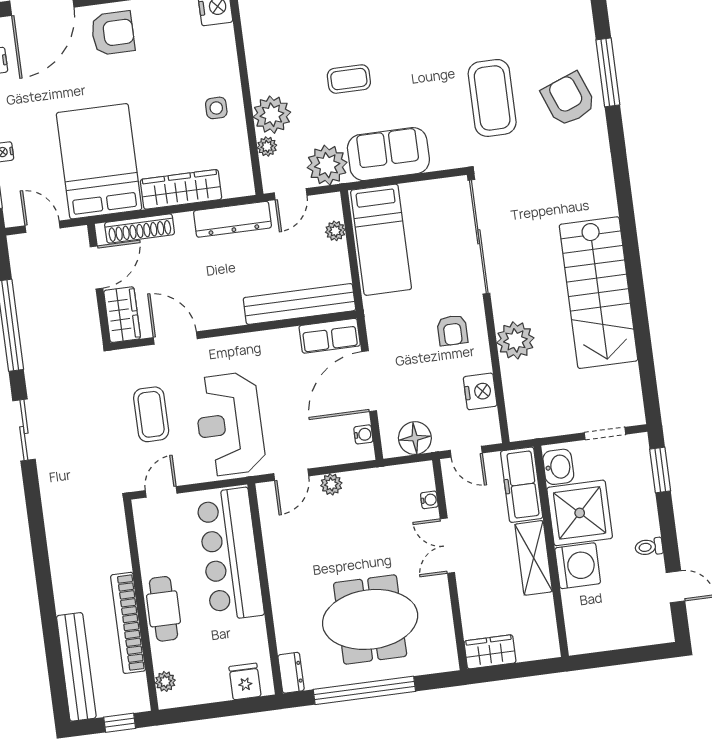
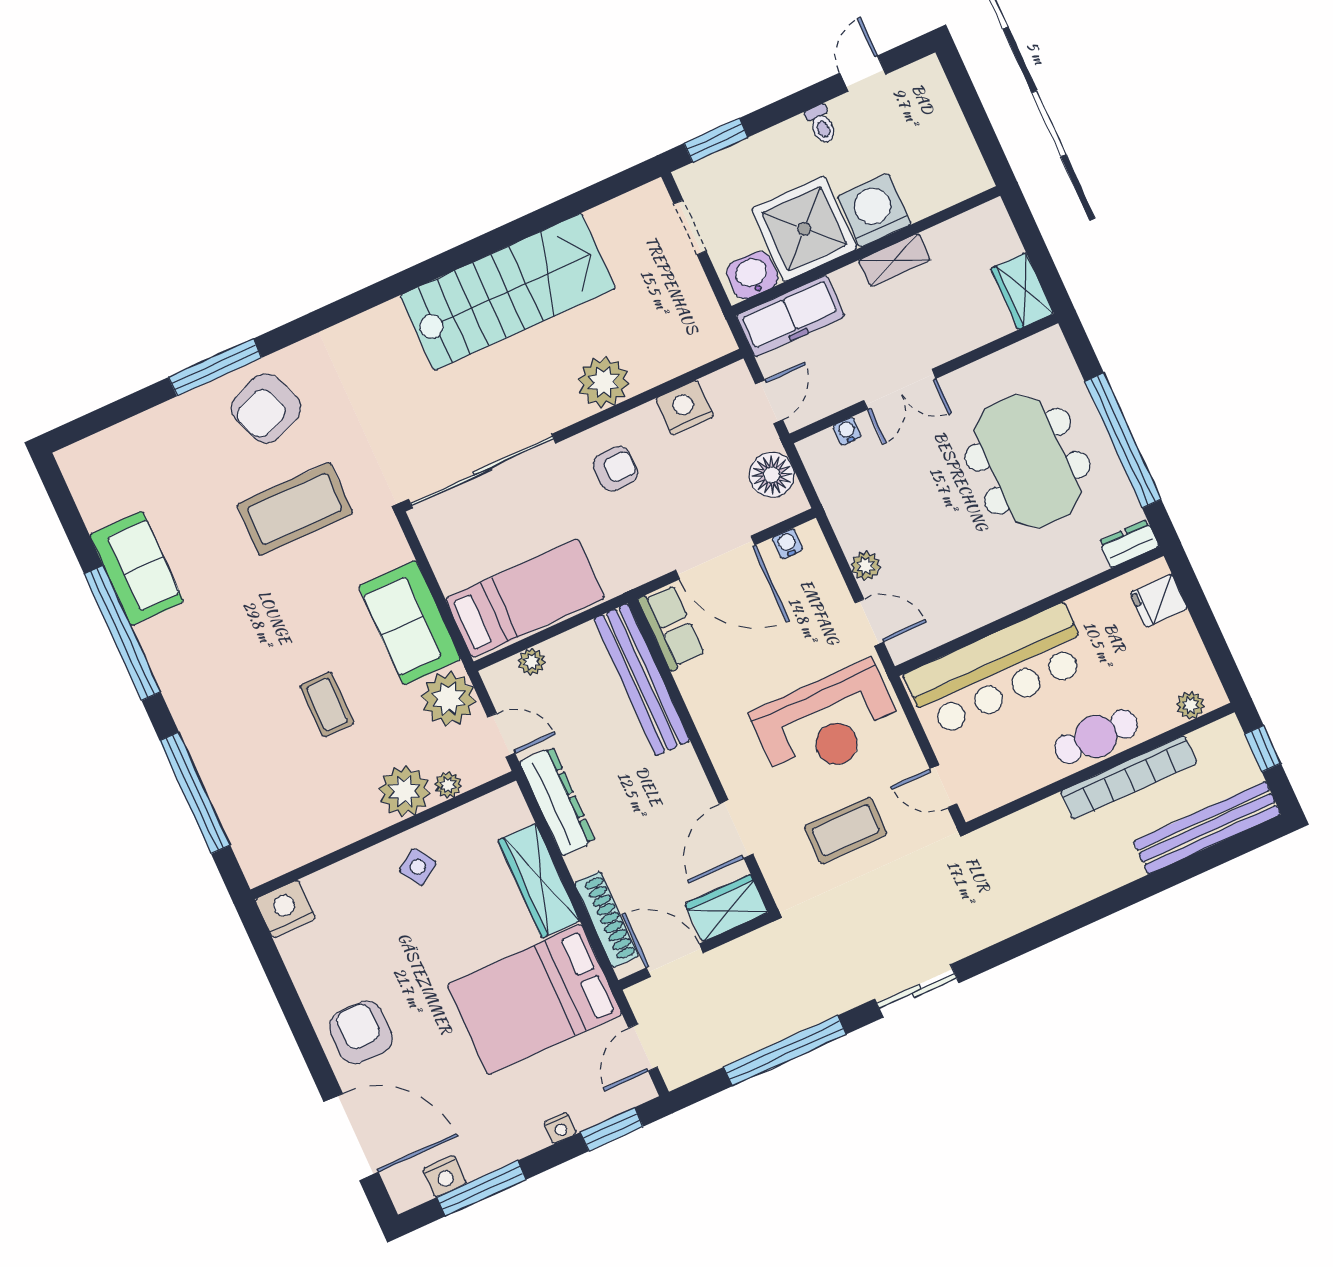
side table: (216, 108) -> (418, 867), turned -34
shelving: (534, 558) -> (895, 260), width x0.67, depth x0.75

